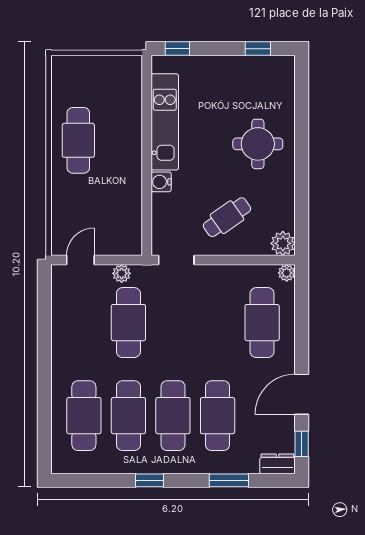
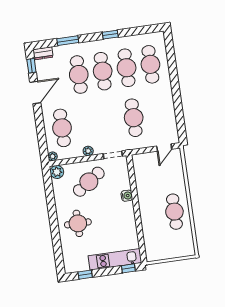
kitchen unit: (165, 122) -> (115, 259), moved, turned 90
cafe table: (227, 217) -> (89, 182), width x1.37, depth x1.35
plant: (122, 273) -> (88, 151), moved

